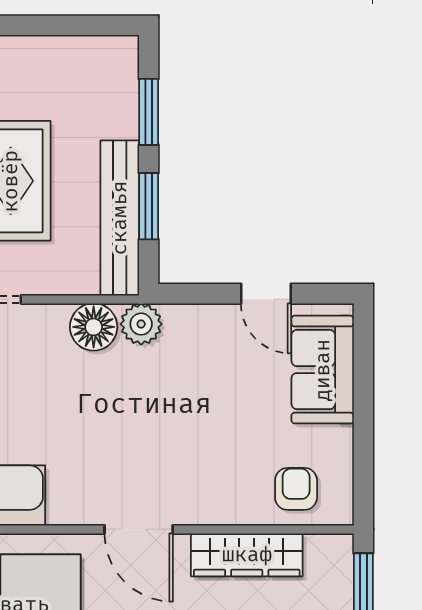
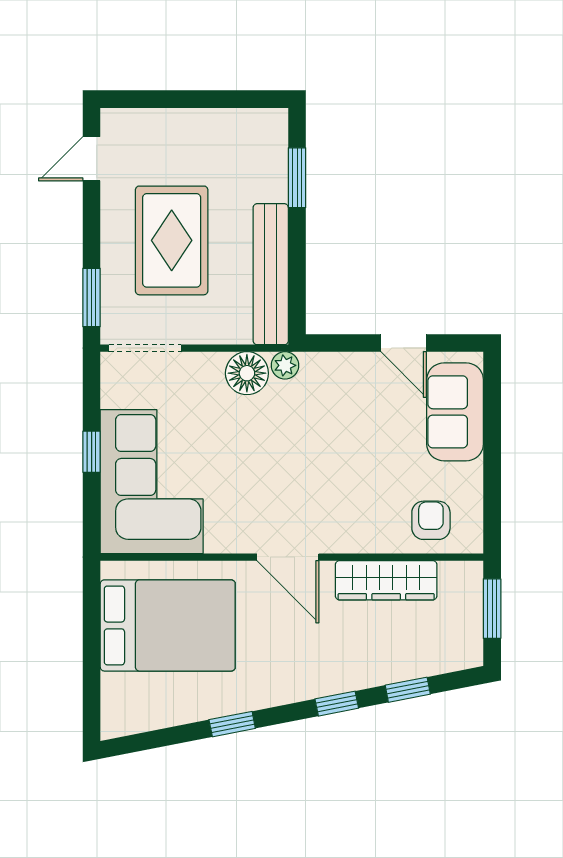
window: (149, 206) -> (297, 263), removed
plant: (141, 324) -> (285, 365), width x0.73, depth x0.73

